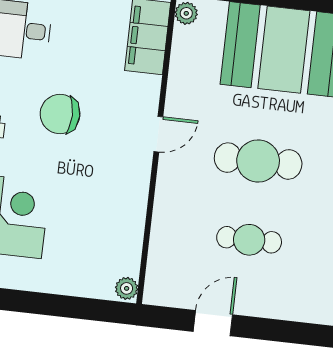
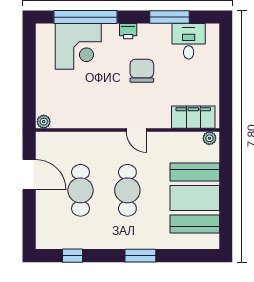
cafe table: (249, 240) -> (81, 190), width x1.37, depth x1.35
door: (213, 323) -> (29, 175), width x1.38

